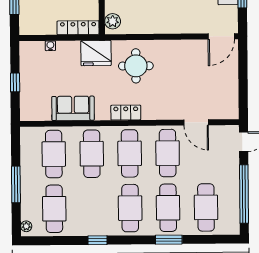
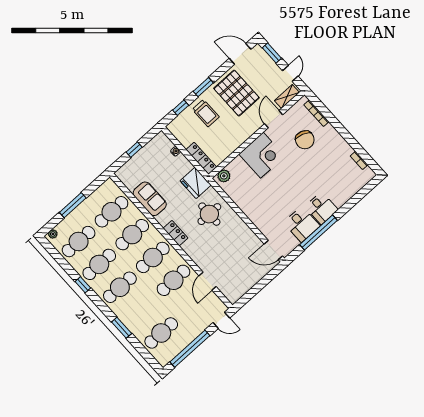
cafe table: (168, 208) -> (99, 264), moved

